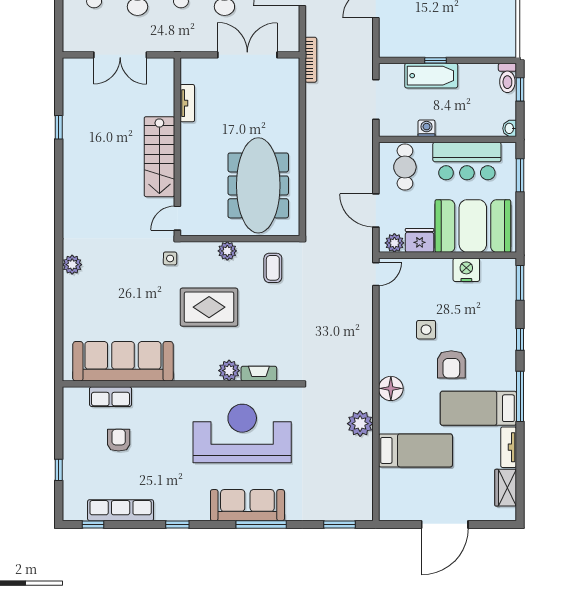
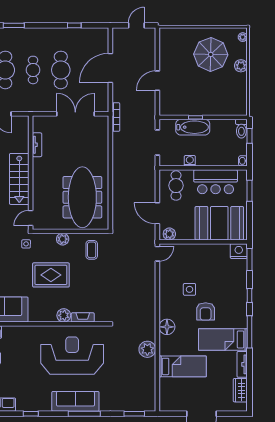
fridge: (420, 240) -> (185, 232), removed
nightstand: (466, 270) -> (239, 251), moved

